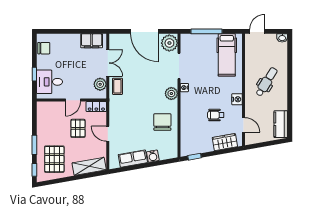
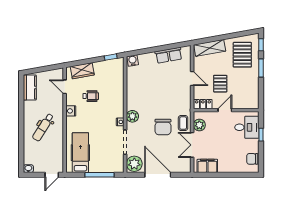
chair: (162, 122) -> (163, 127), moved
water cooler: (153, 156) -> (133, 61), moved

